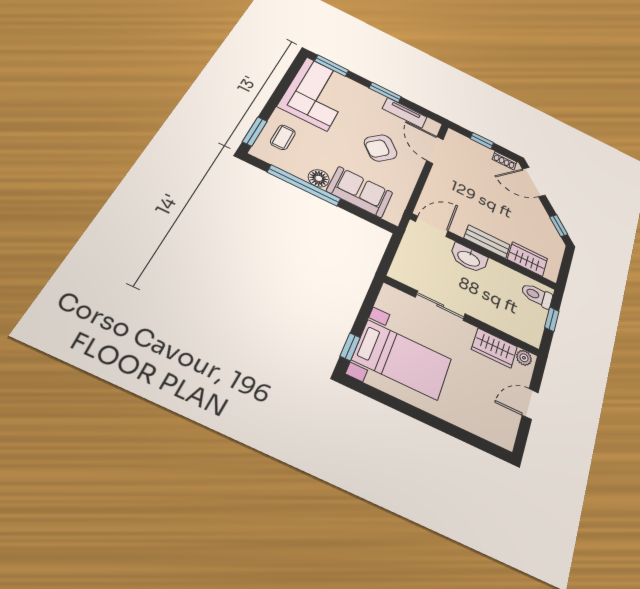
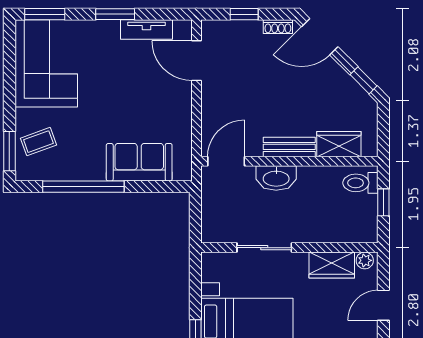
coffee table: (283, 137) -> (38, 142), turned 70
armchair: (381, 148) -> (139, 94), removed
floor lamp: (319, 178) -> (93, 170), removed

